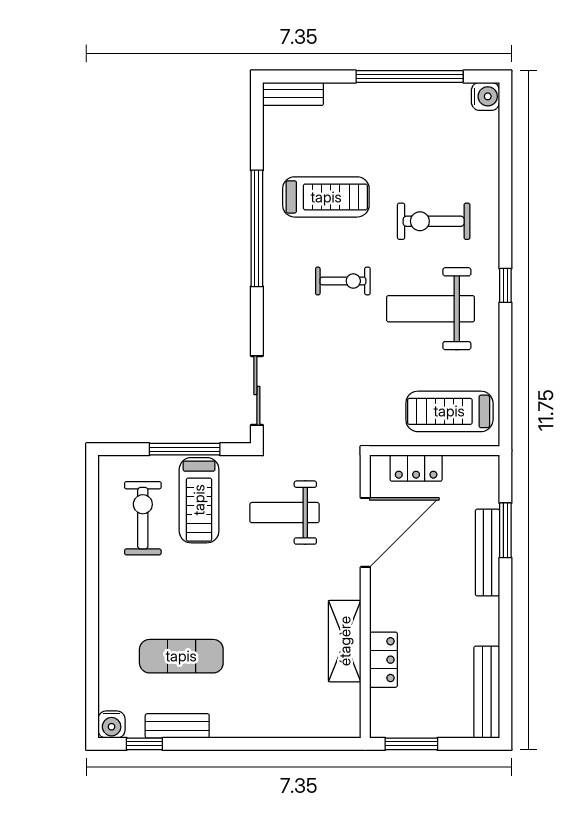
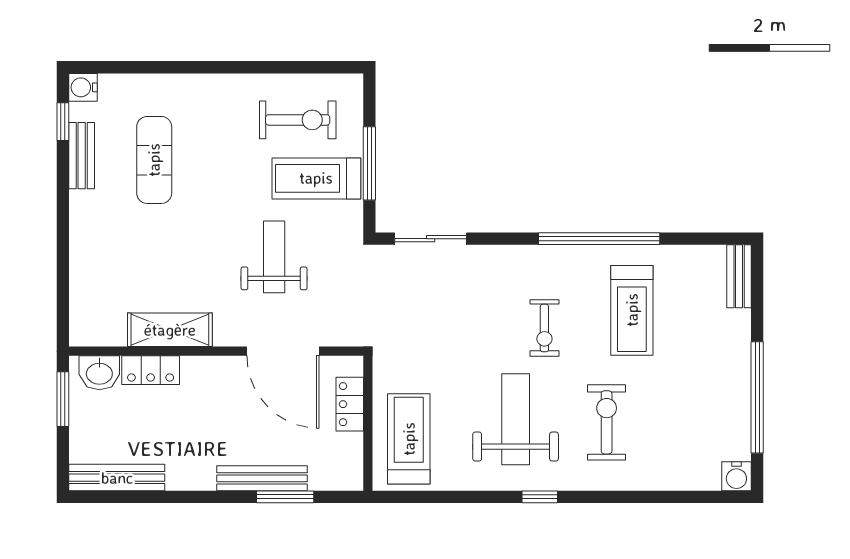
weight bench: (285, 513) -> (274, 257), moved
washbasin: (386, 709) -> (99, 373), added

